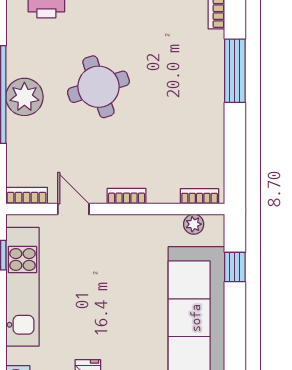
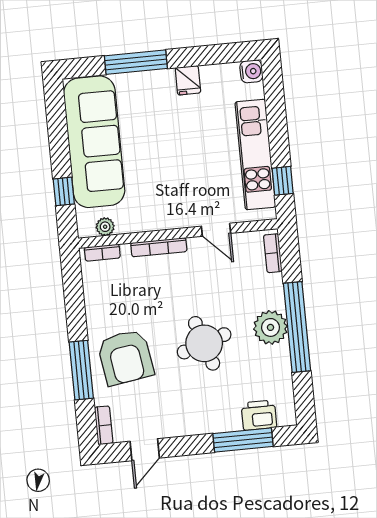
armchair: (186, 80) -> (125, 357), added
bookcase: (27, 196) -> (273, 253), moved, turned 90
bookcase: (127, 196) -> (159, 247), width x1.56

